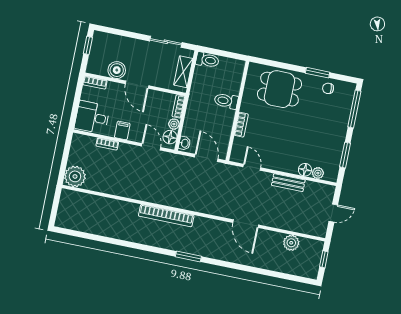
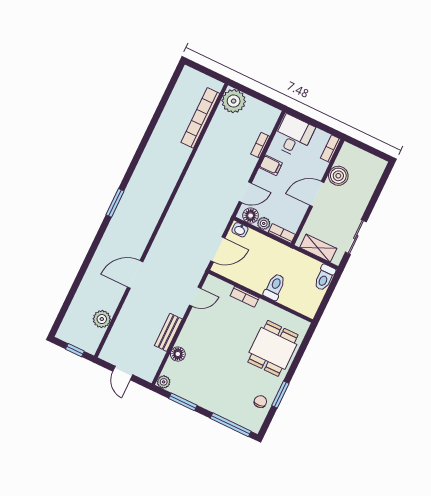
window: (88, 45) -> (373, 151), removed
plant: (318, 173) -> (164, 382), moved
bookcase: (166, 216) -> (200, 118), moved

